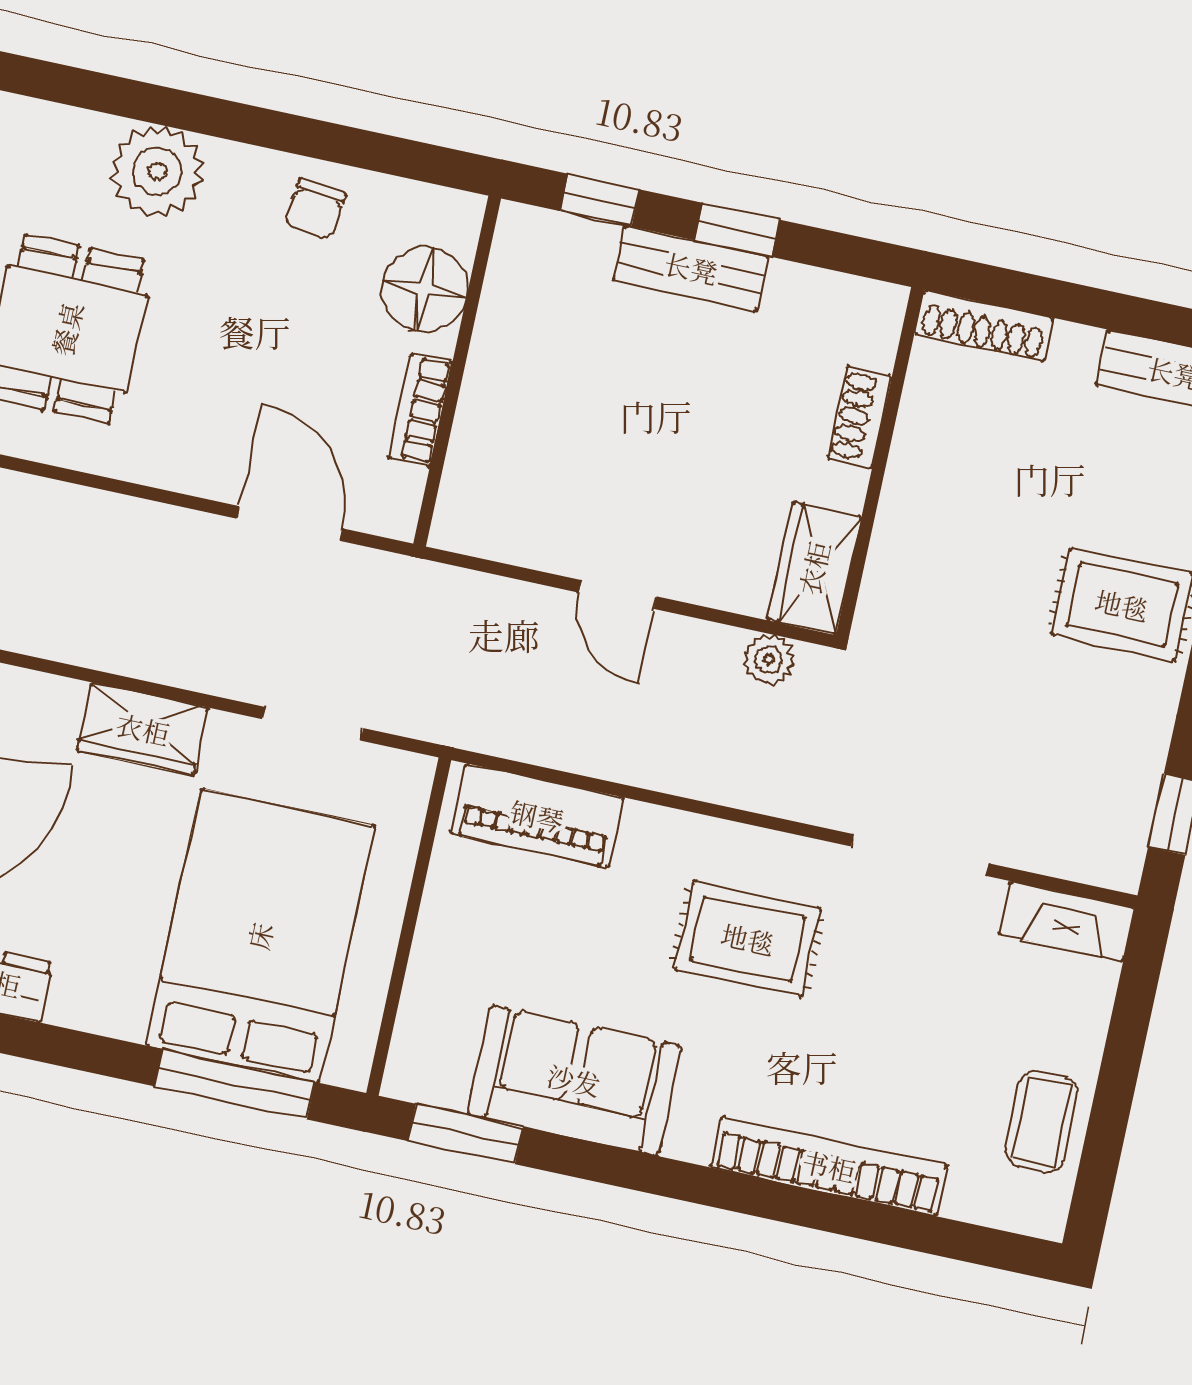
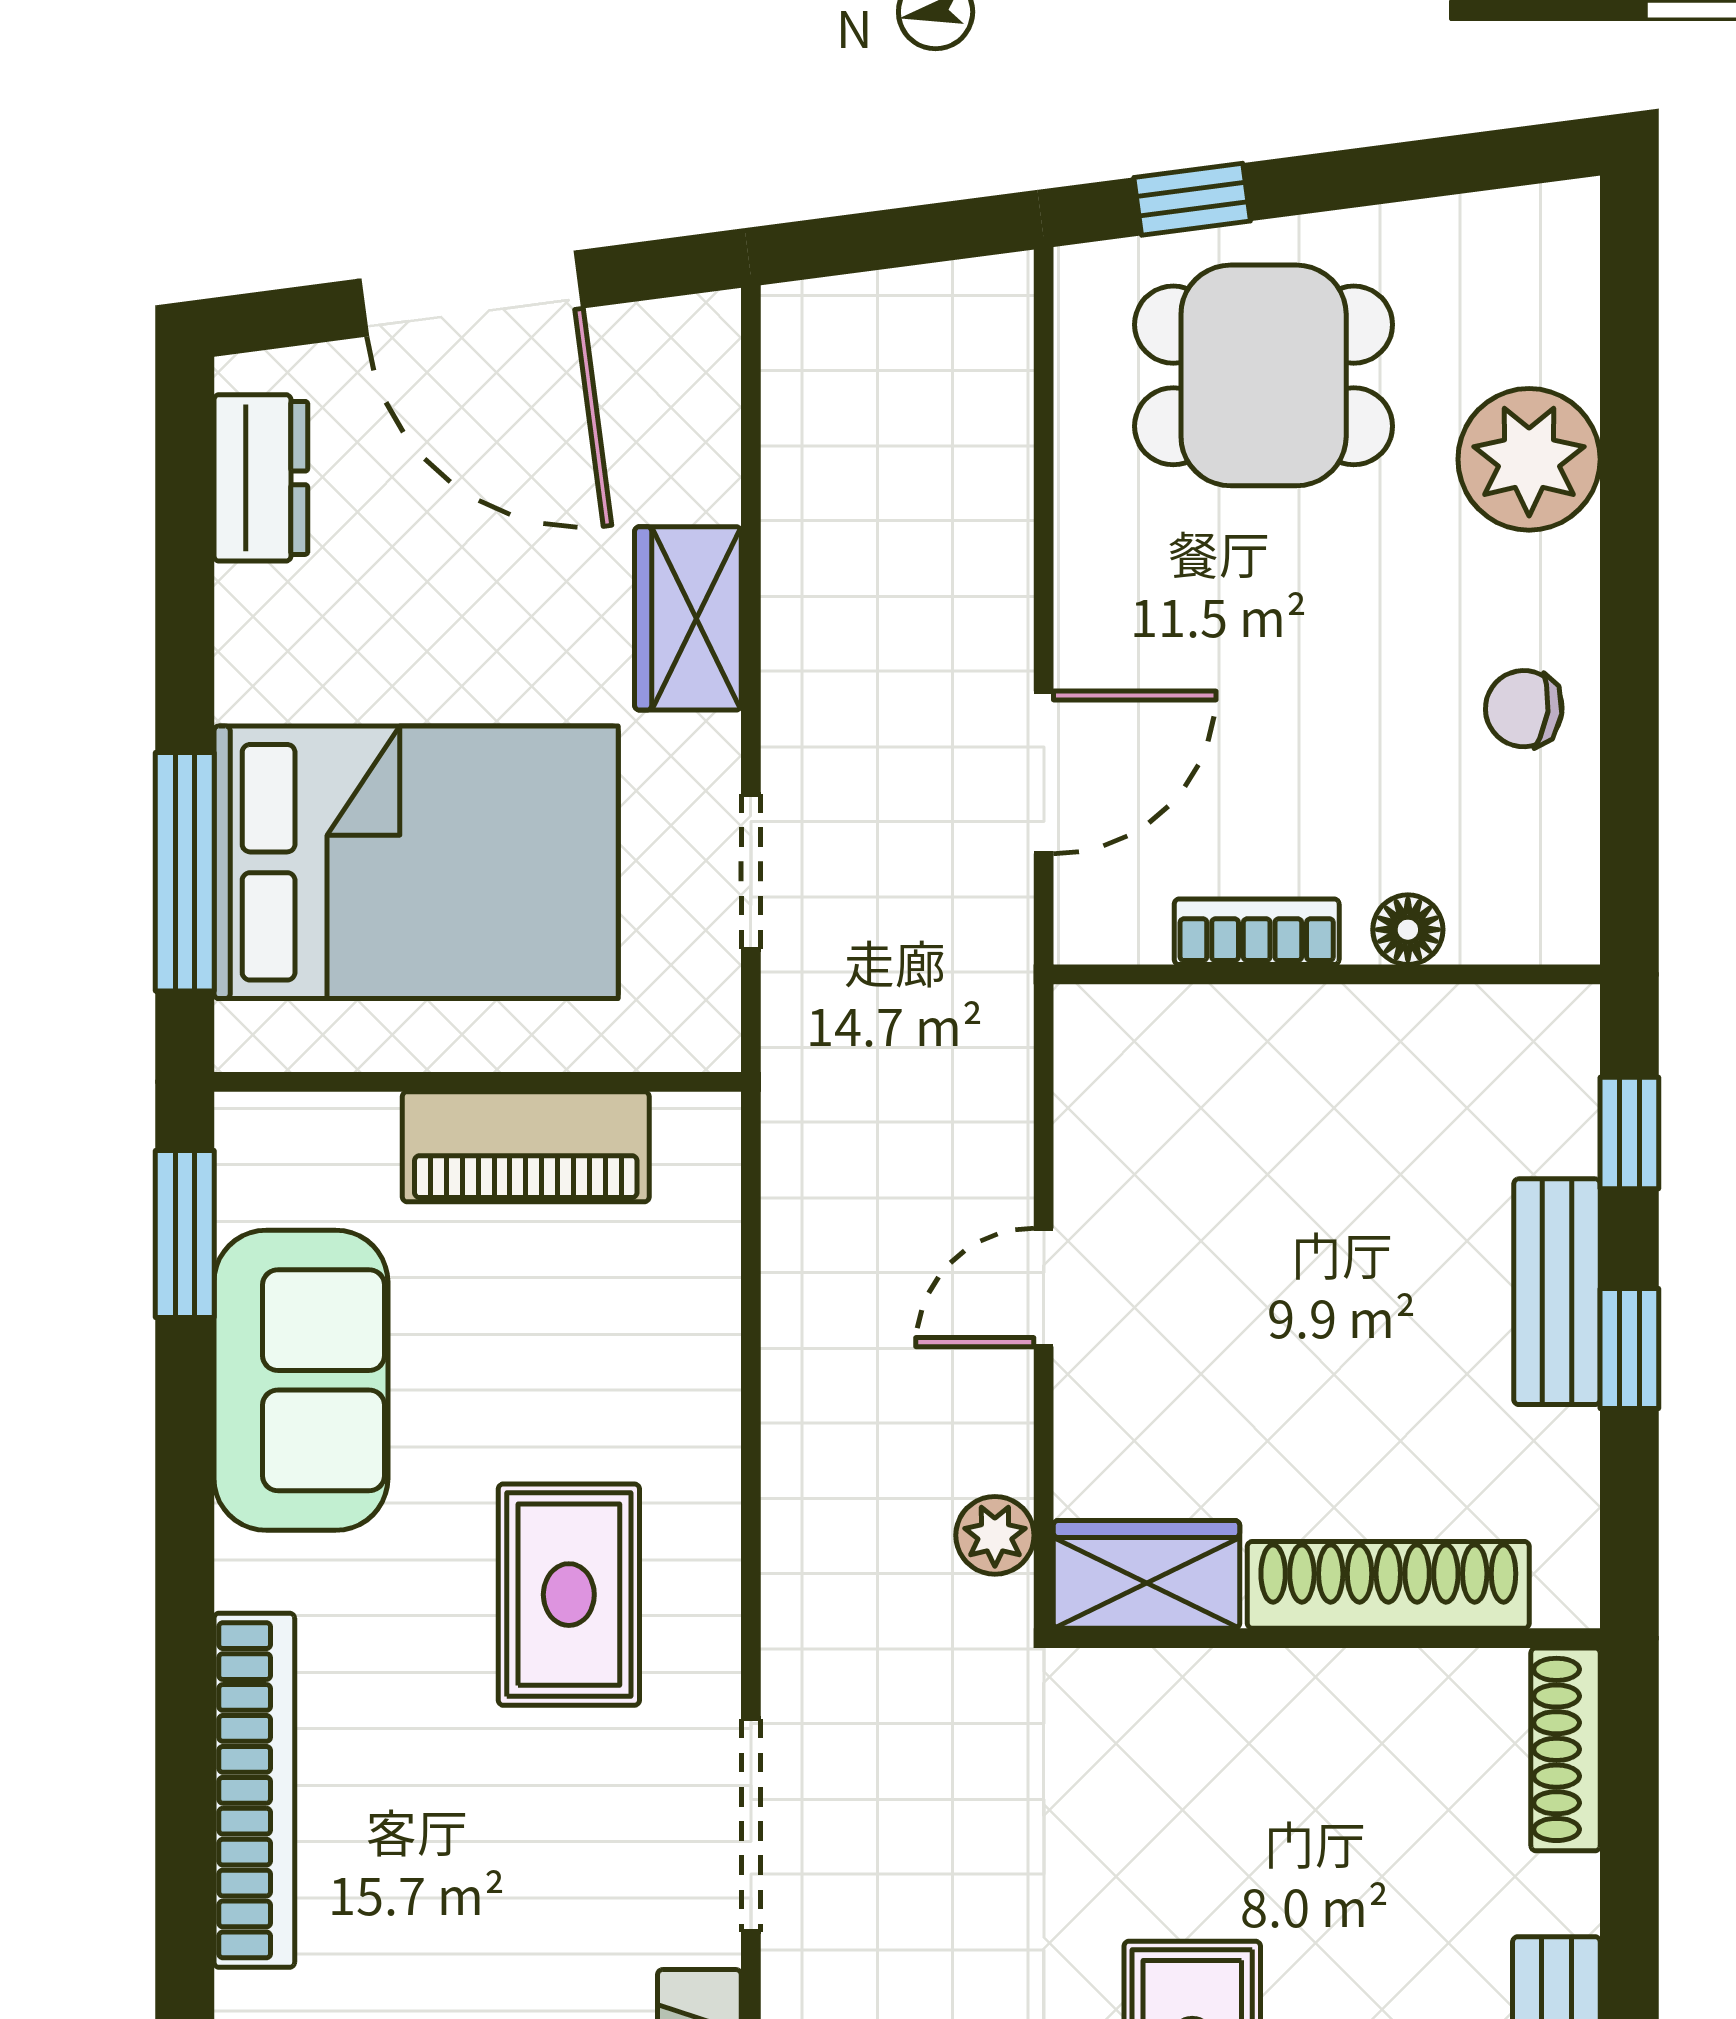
floor lamp: (424, 289) -> (1408, 930), width x0.53, depth x0.53
shoe rack: (860, 417) -> (1388, 1585), width x1.94, depth x1.24
piano: (537, 816) -> (526, 1147), moved, turned -90

